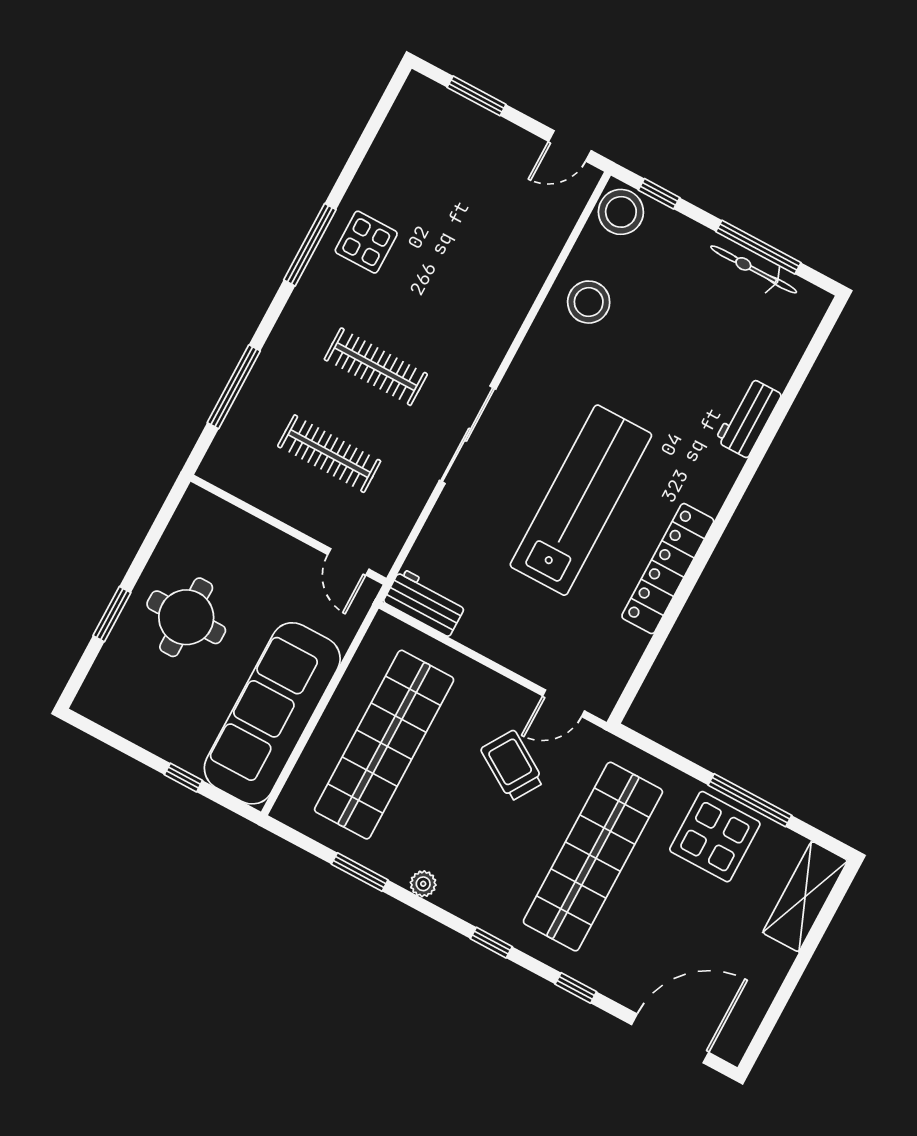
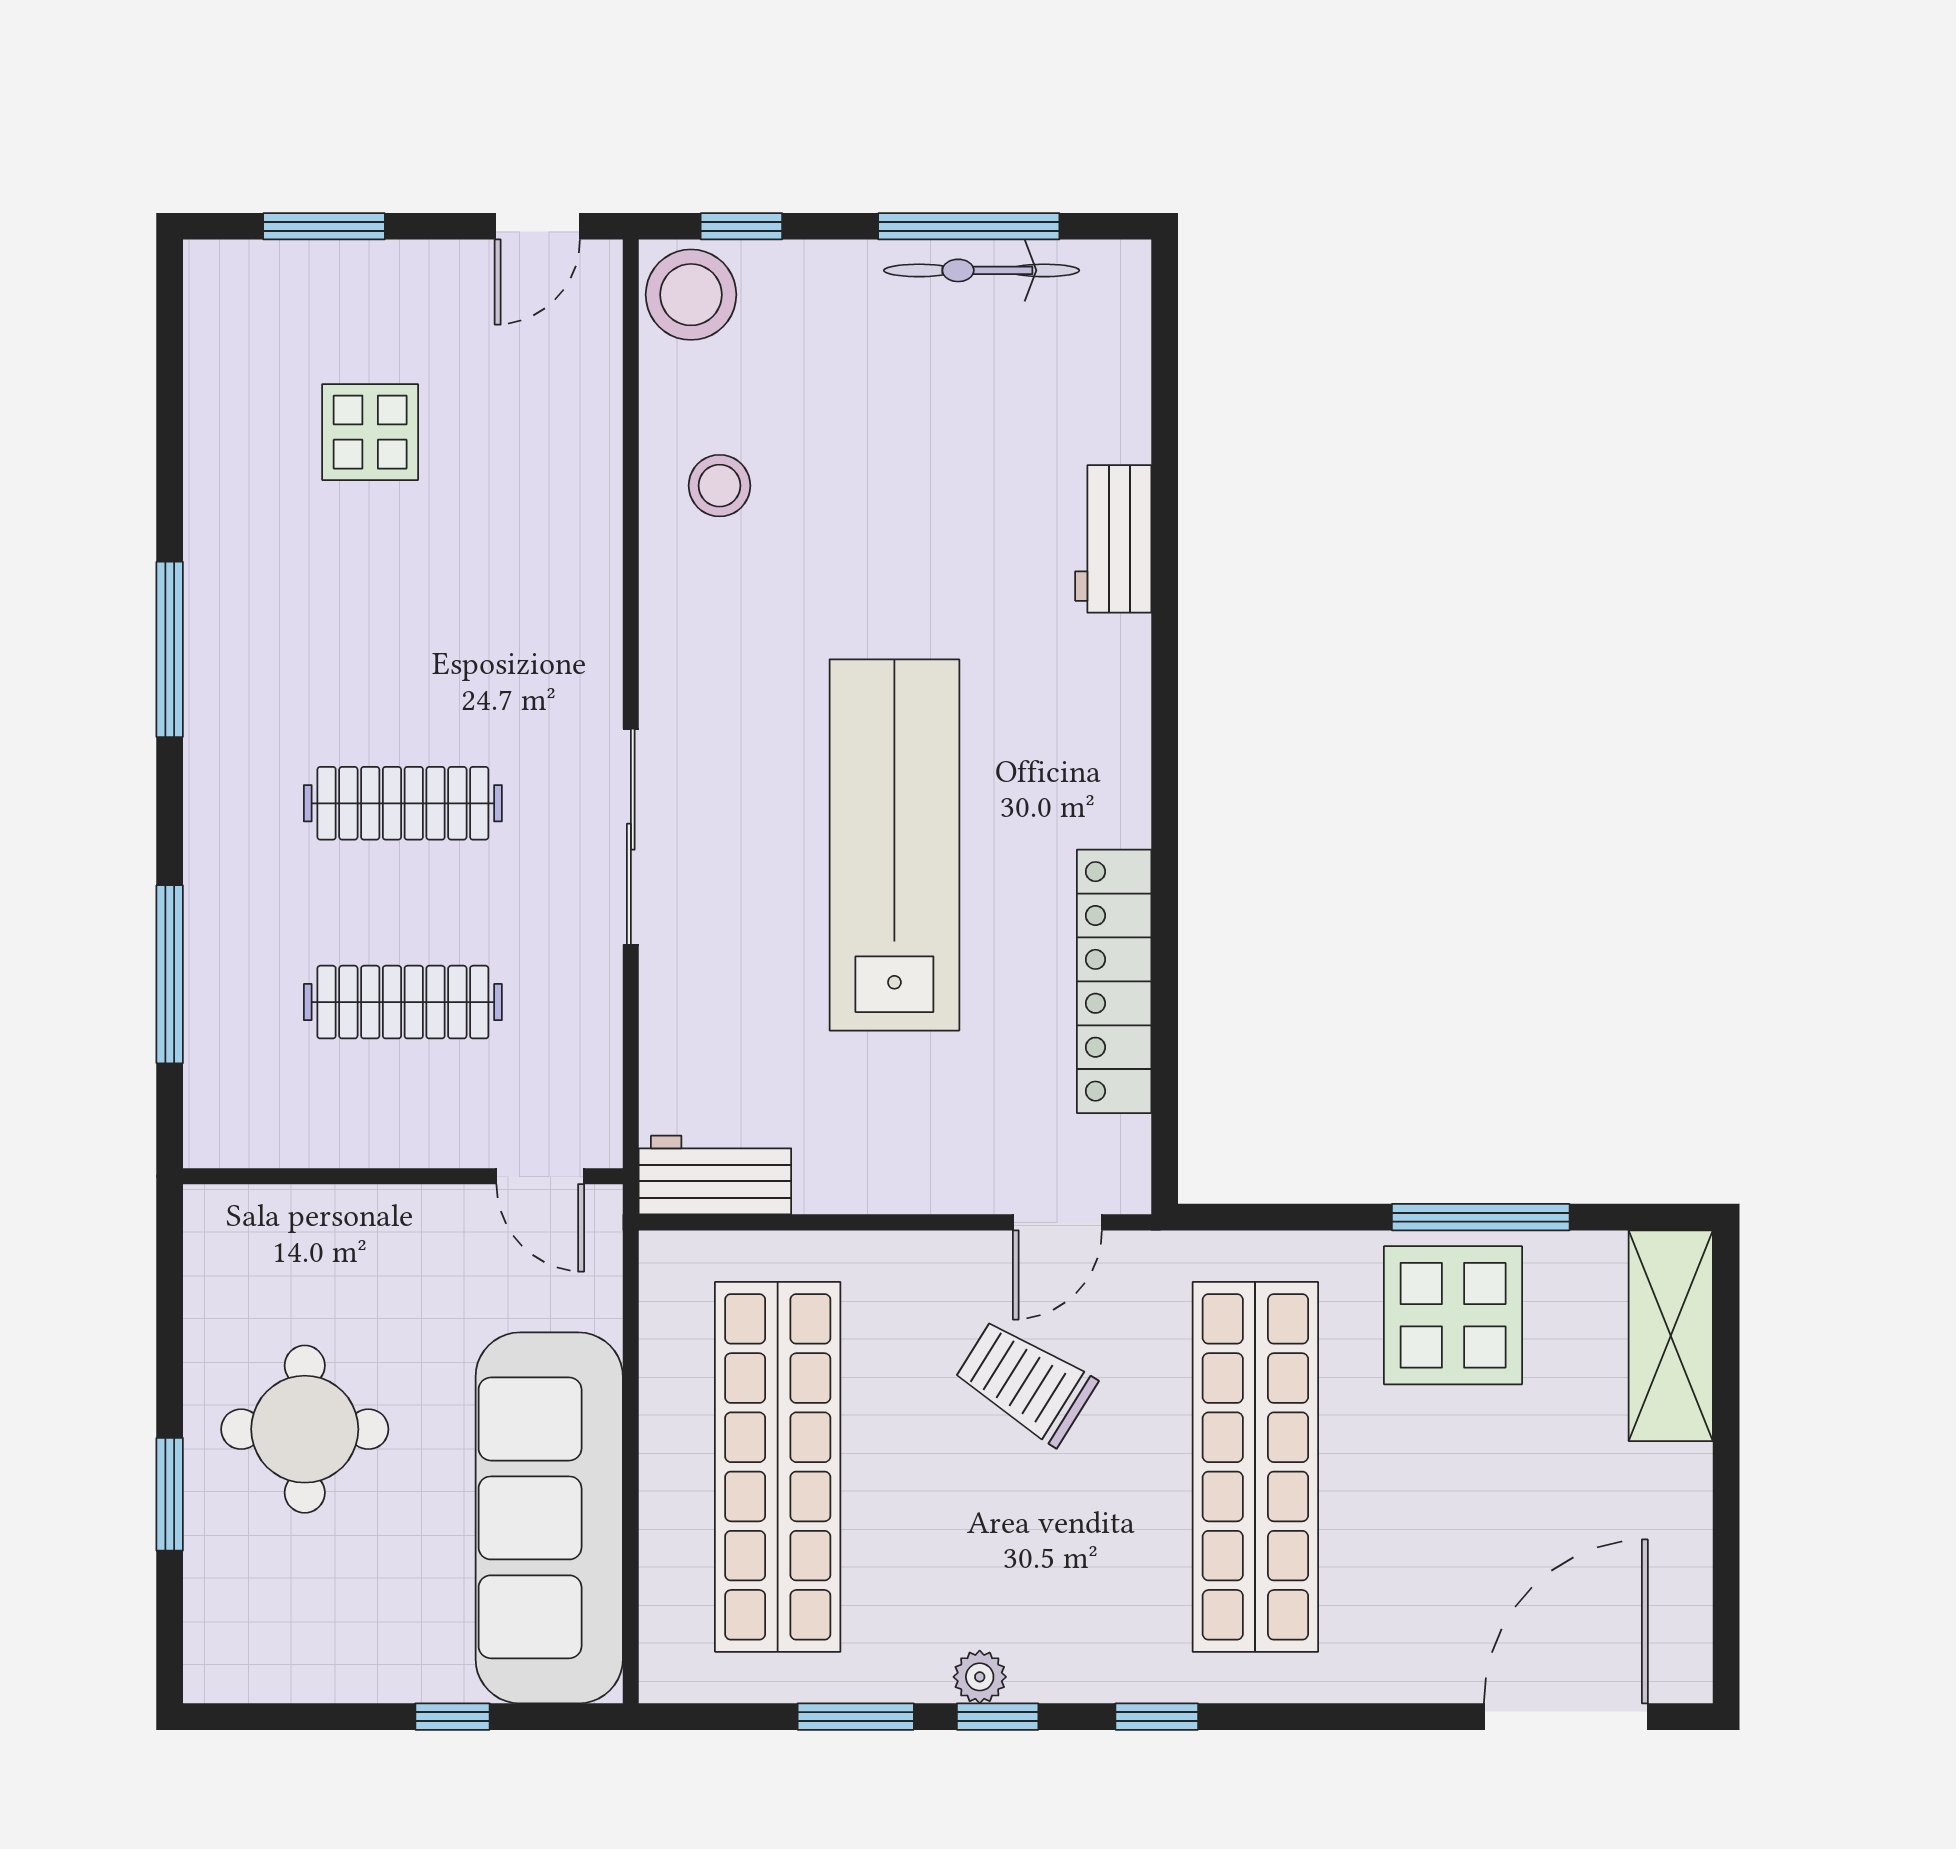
display table: (366, 242) -> (370, 432), moved
stool: (589, 302) -> (720, 486), width x0.73, depth x0.73
locker: (668, 569) -> (1114, 981), moved
window: (576, 988) -> (998, 1717), moved

